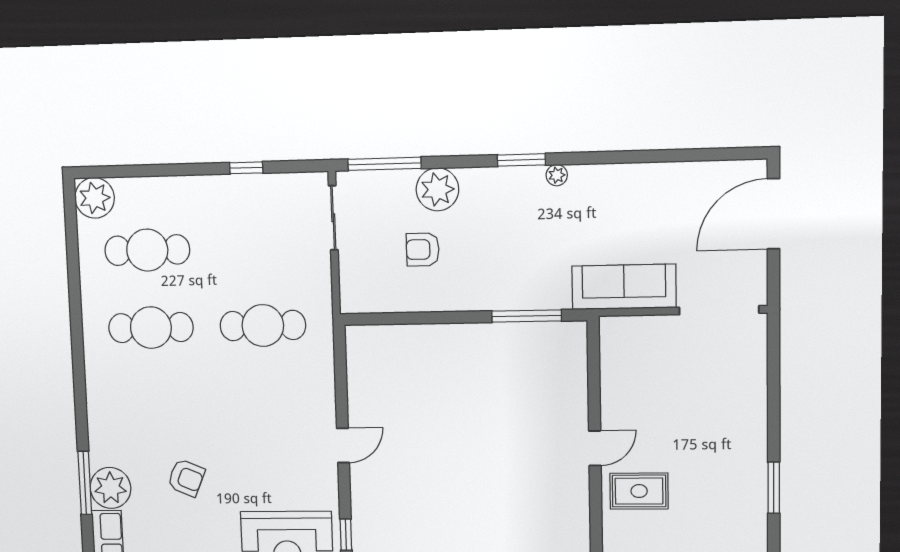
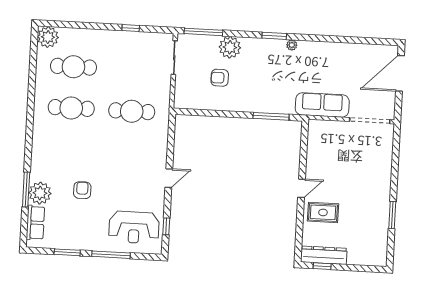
armchair: (186, 478) -> (82, 190), turned -113

